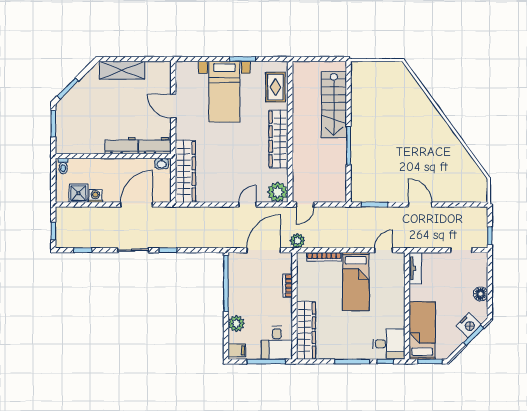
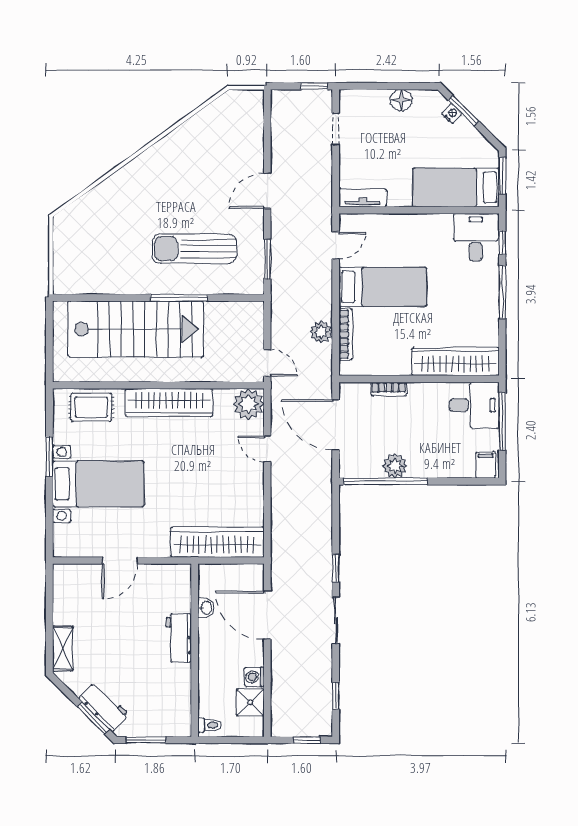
shelving: (122, 70) -> (63, 648), width x0.67, depth x0.75
stairs: (334, 105) -> (136, 329), width x1.36, depth x1.51
workbench: (155, 146) -> (104, 706), moved, turned 135
sun lounger: (381, 156) -> (194, 249), added
washbasin: (162, 164) -> (206, 608), moved
plant: (298, 241) -> (321, 332), moved
door: (384, 250) -> (336, 245), swing flipped
plant: (236, 323) -> (395, 466), moved
nightstand: (469, 325) -> (452, 114), width x0.53, depth x0.56

